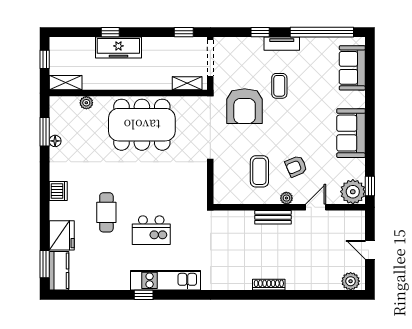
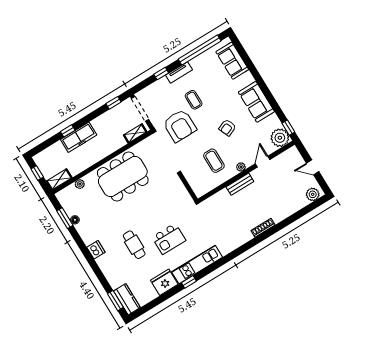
armchair: (296, 166) -> (227, 128), moved
fridge: (62, 235) -> (164, 282), moved, turned -90

